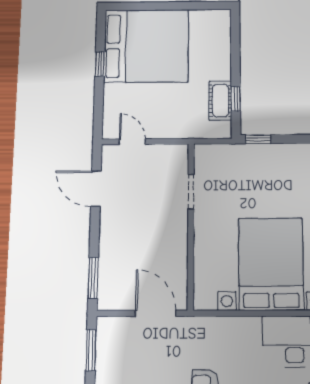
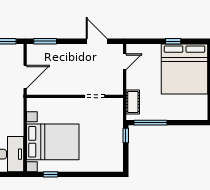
window: (236, 99) -> (150, 123), width x2.17
cot: (220, 101) -> (133, 102), moved, turned 90
door: (96, 189) -> (97, 41), hinge flipped

